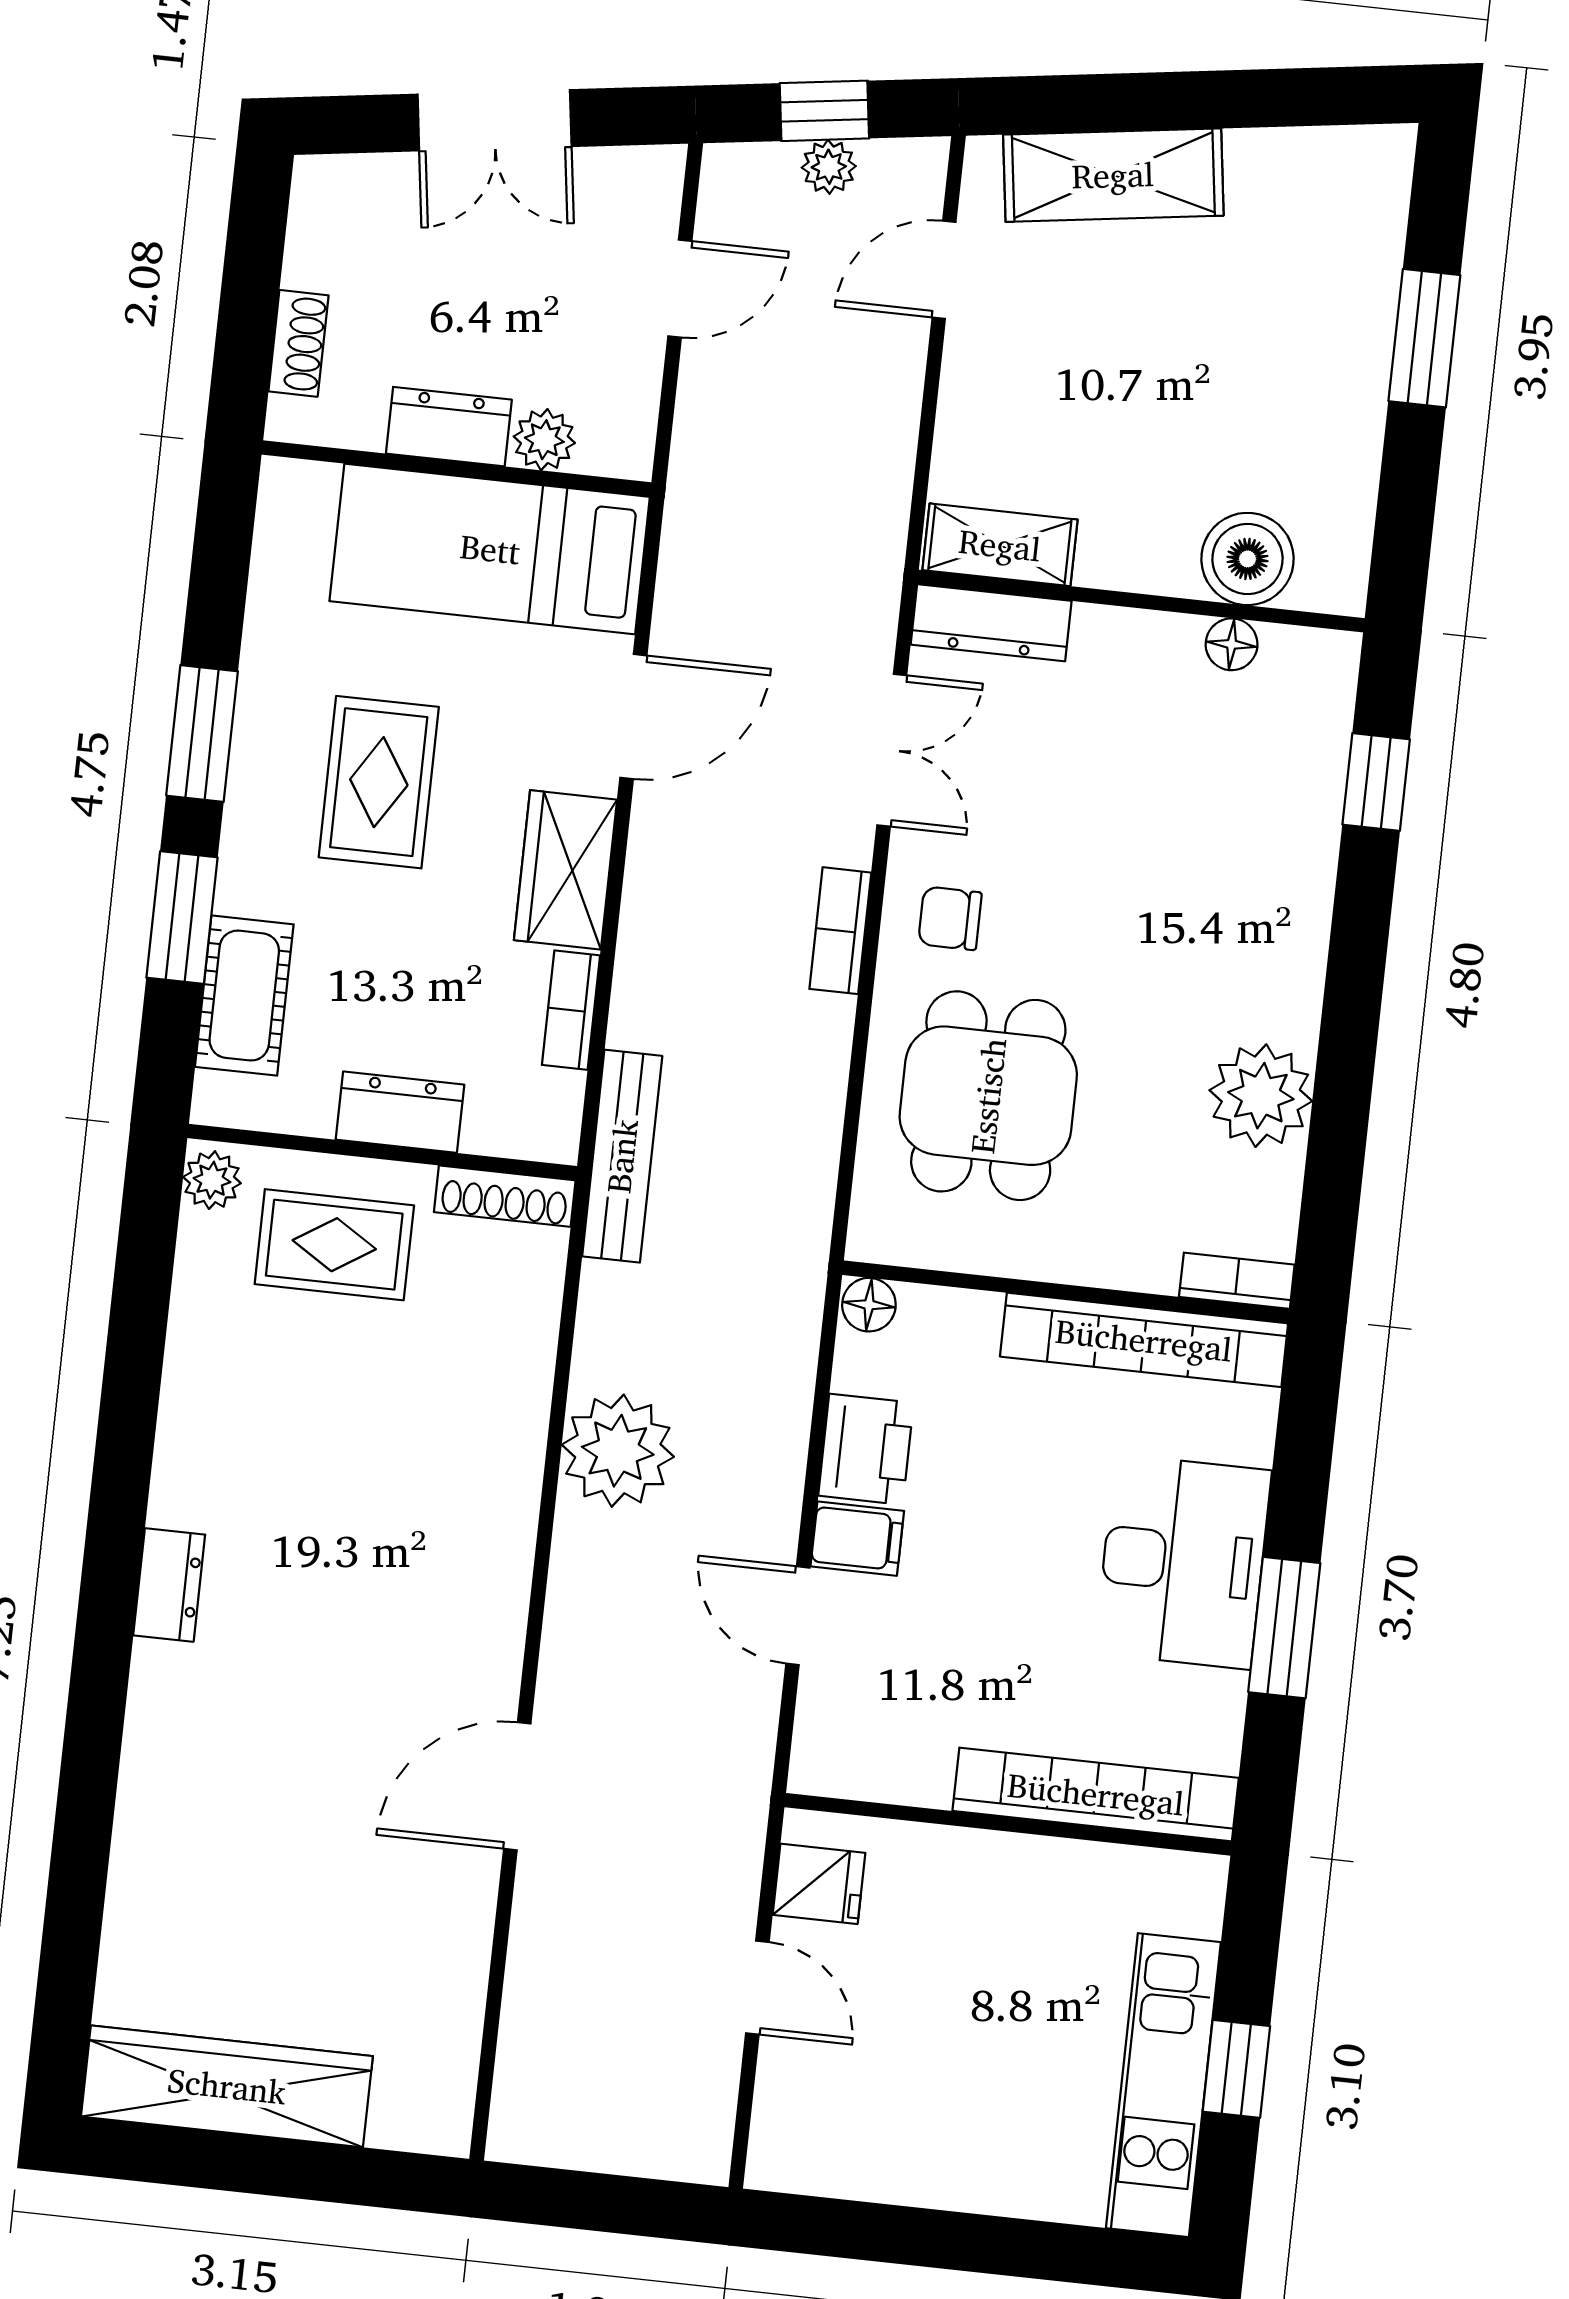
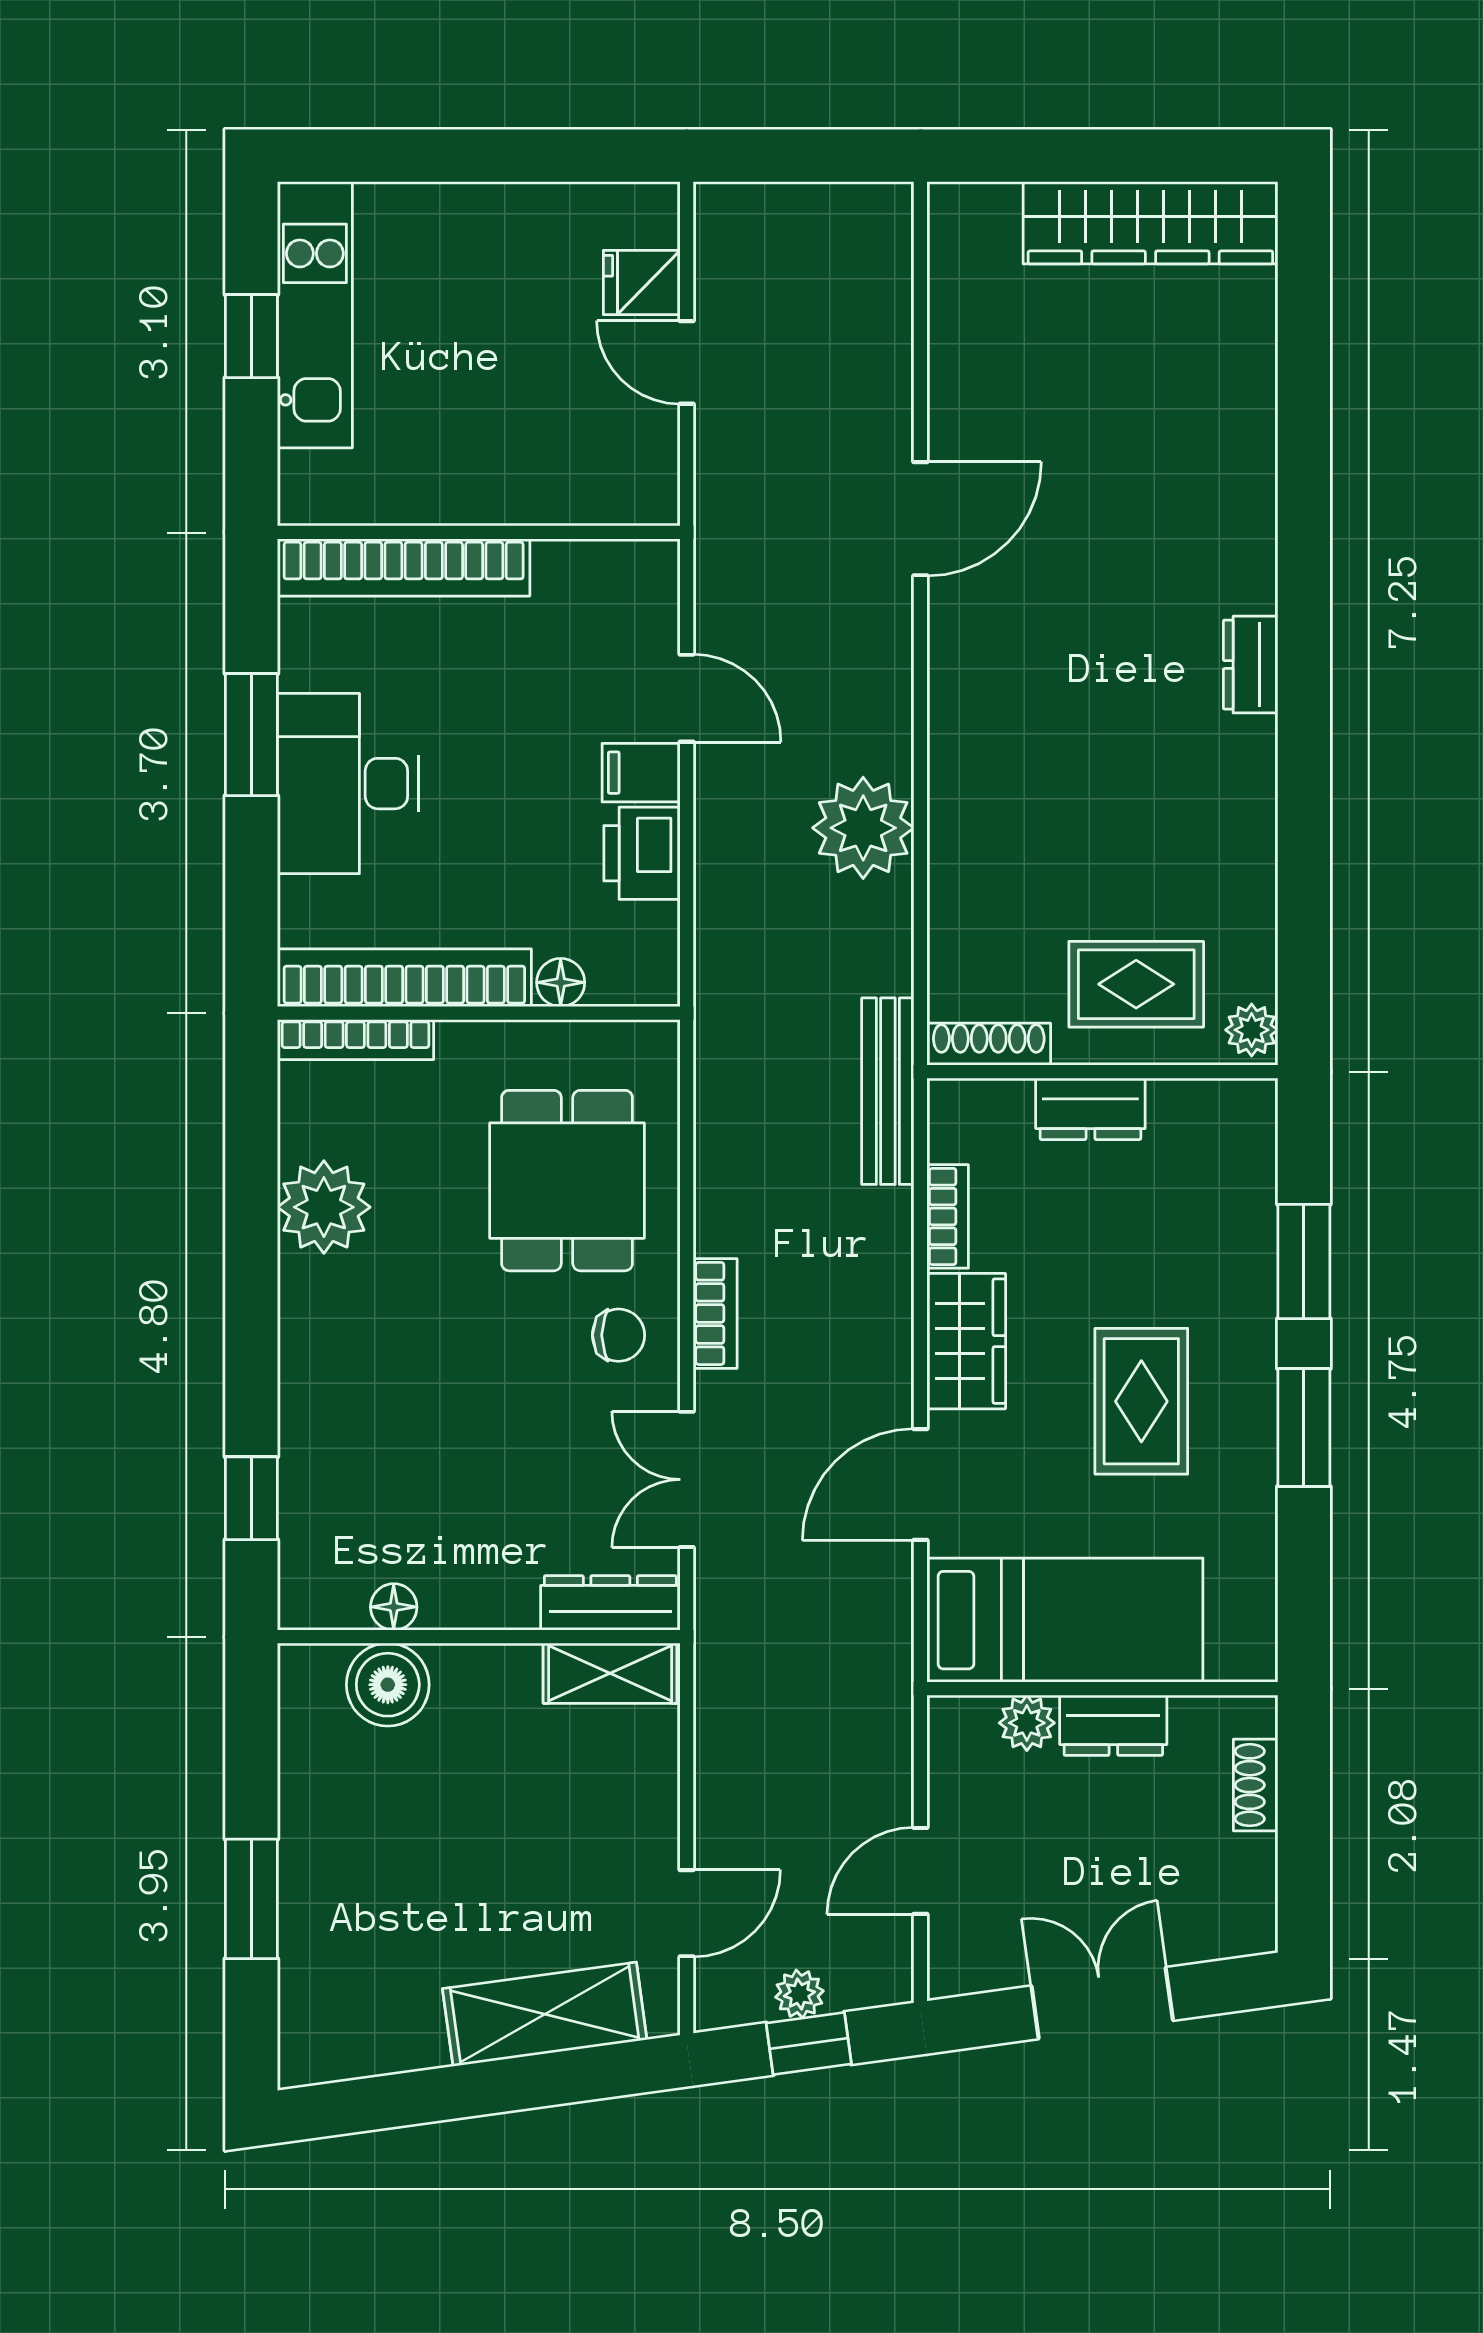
cot: (244, 996) -> (1241, 1198), removed
bookcase: (1237, 1281) -> (355, 1040), width x1.56
floor lamp: (869, 1305) -> (561, 982), moved
fridge: (819, 1884) -> (642, 282), moved

